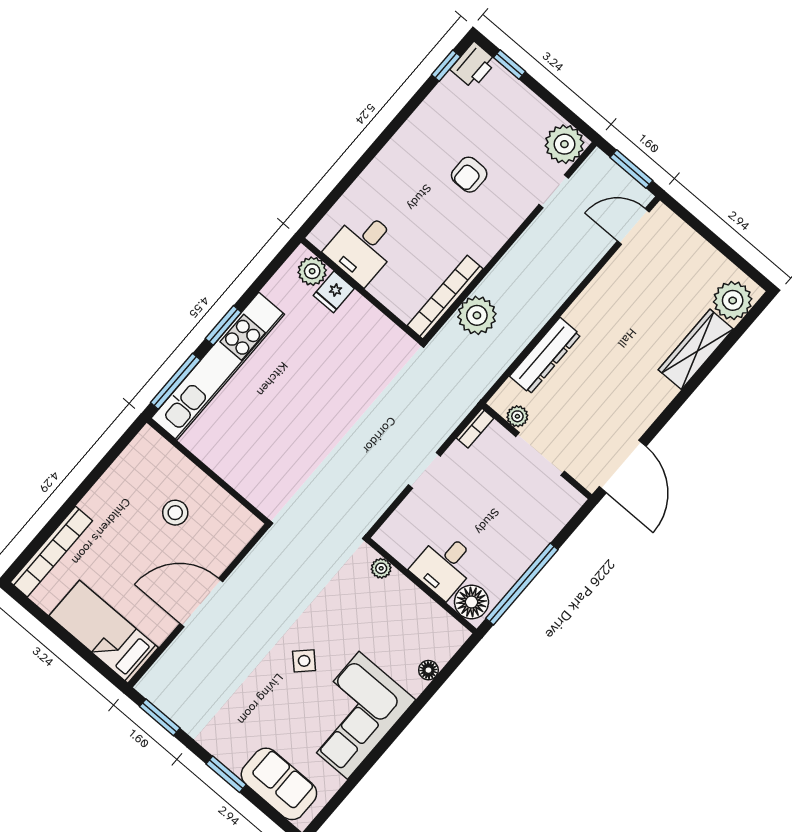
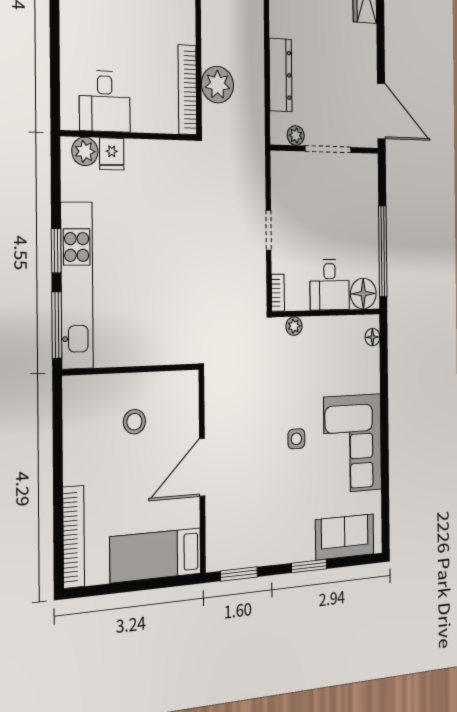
bookcase: (475, 428) -> (278, 293), moved
side table: (304, 661) -> (296, 439), turned 45
floor lamp: (428, 670) -> (372, 337), moved

